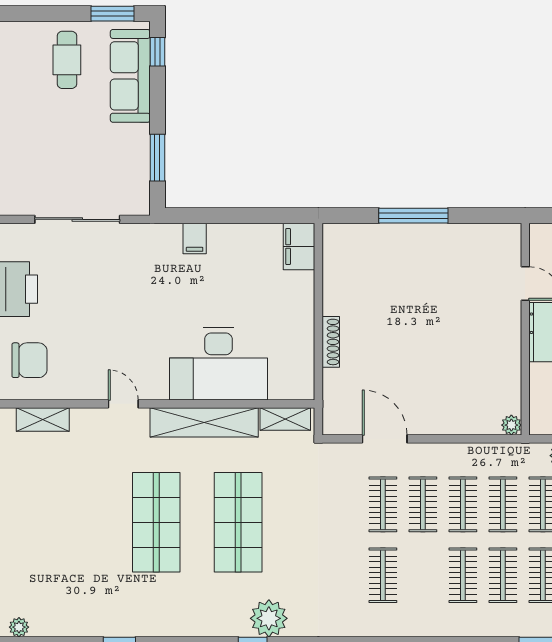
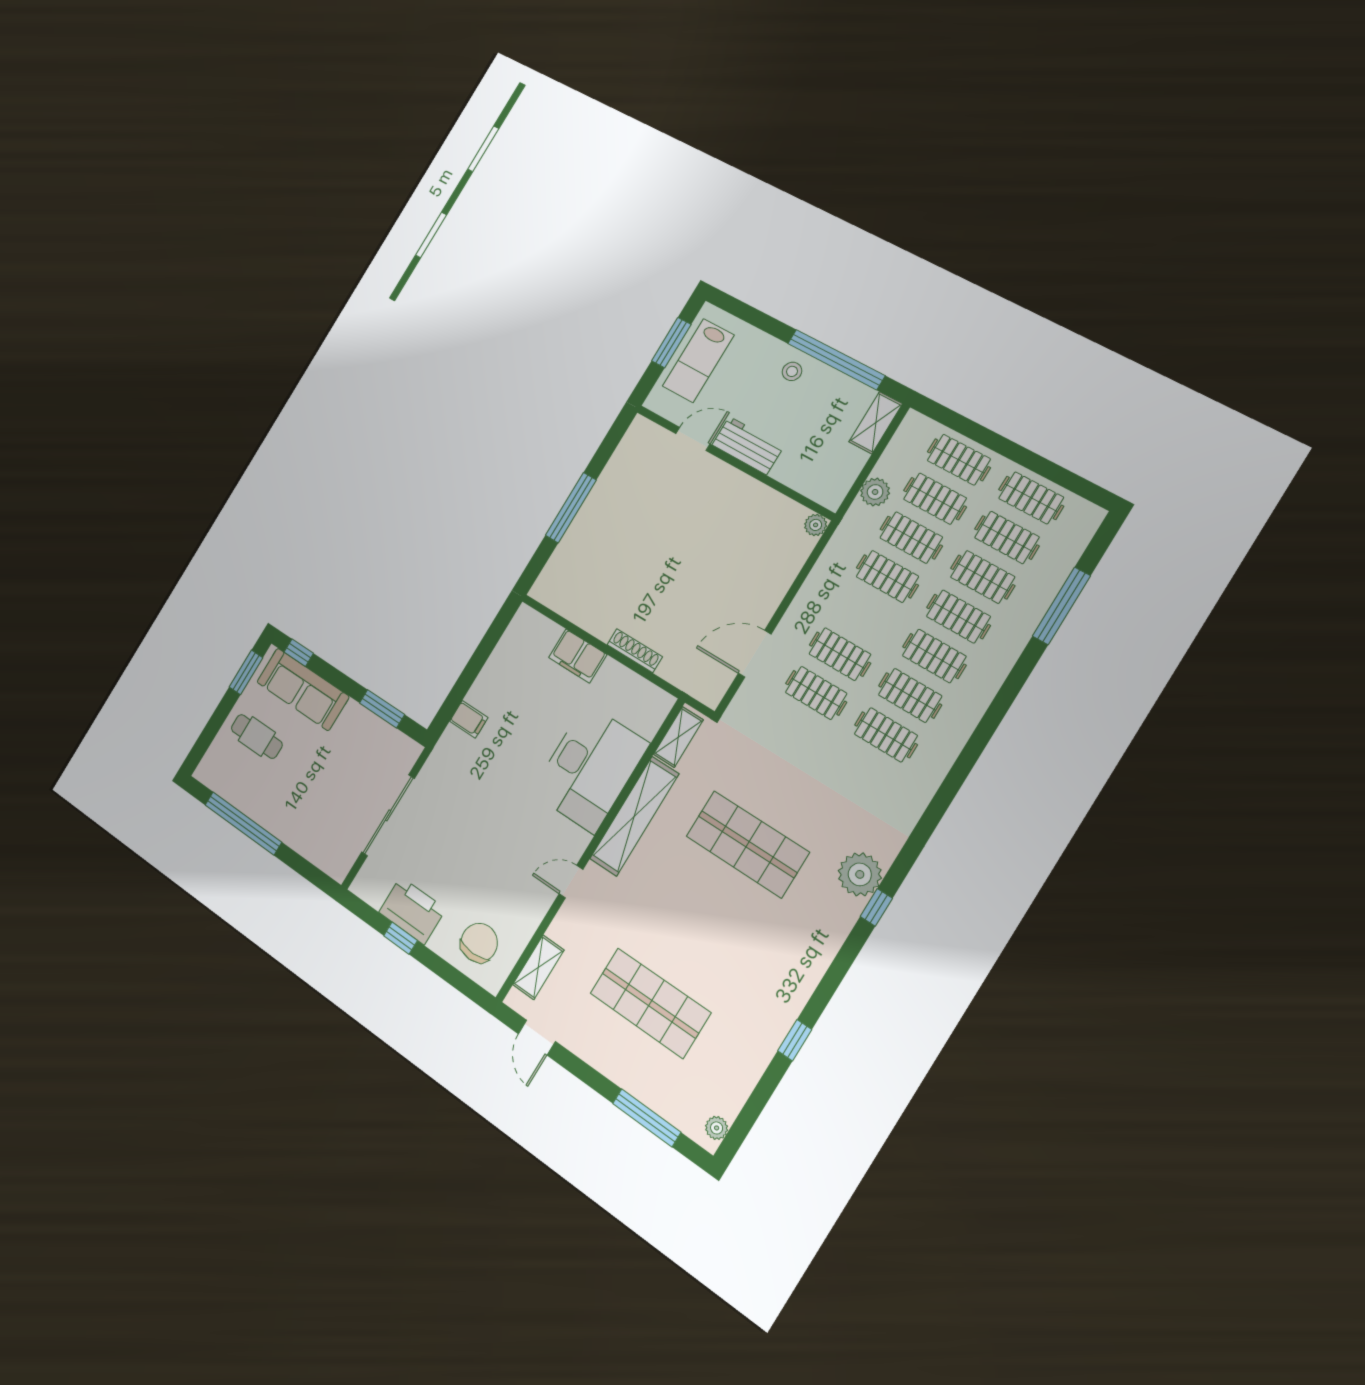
filing cabinet: (299, 247) -> (578, 656), moved
clothes rail: (463, 504) -> (910, 695), moved
shop shelf: (156, 522) -> (650, 1003), moved

